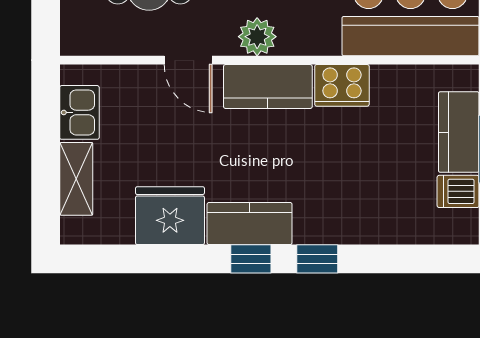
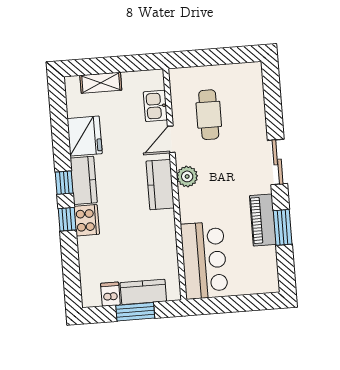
cooker: (342, 85) -> (87, 220), moved, turned 180
kitchen sink: (79, 112) -> (155, 106), moved, turned 90

